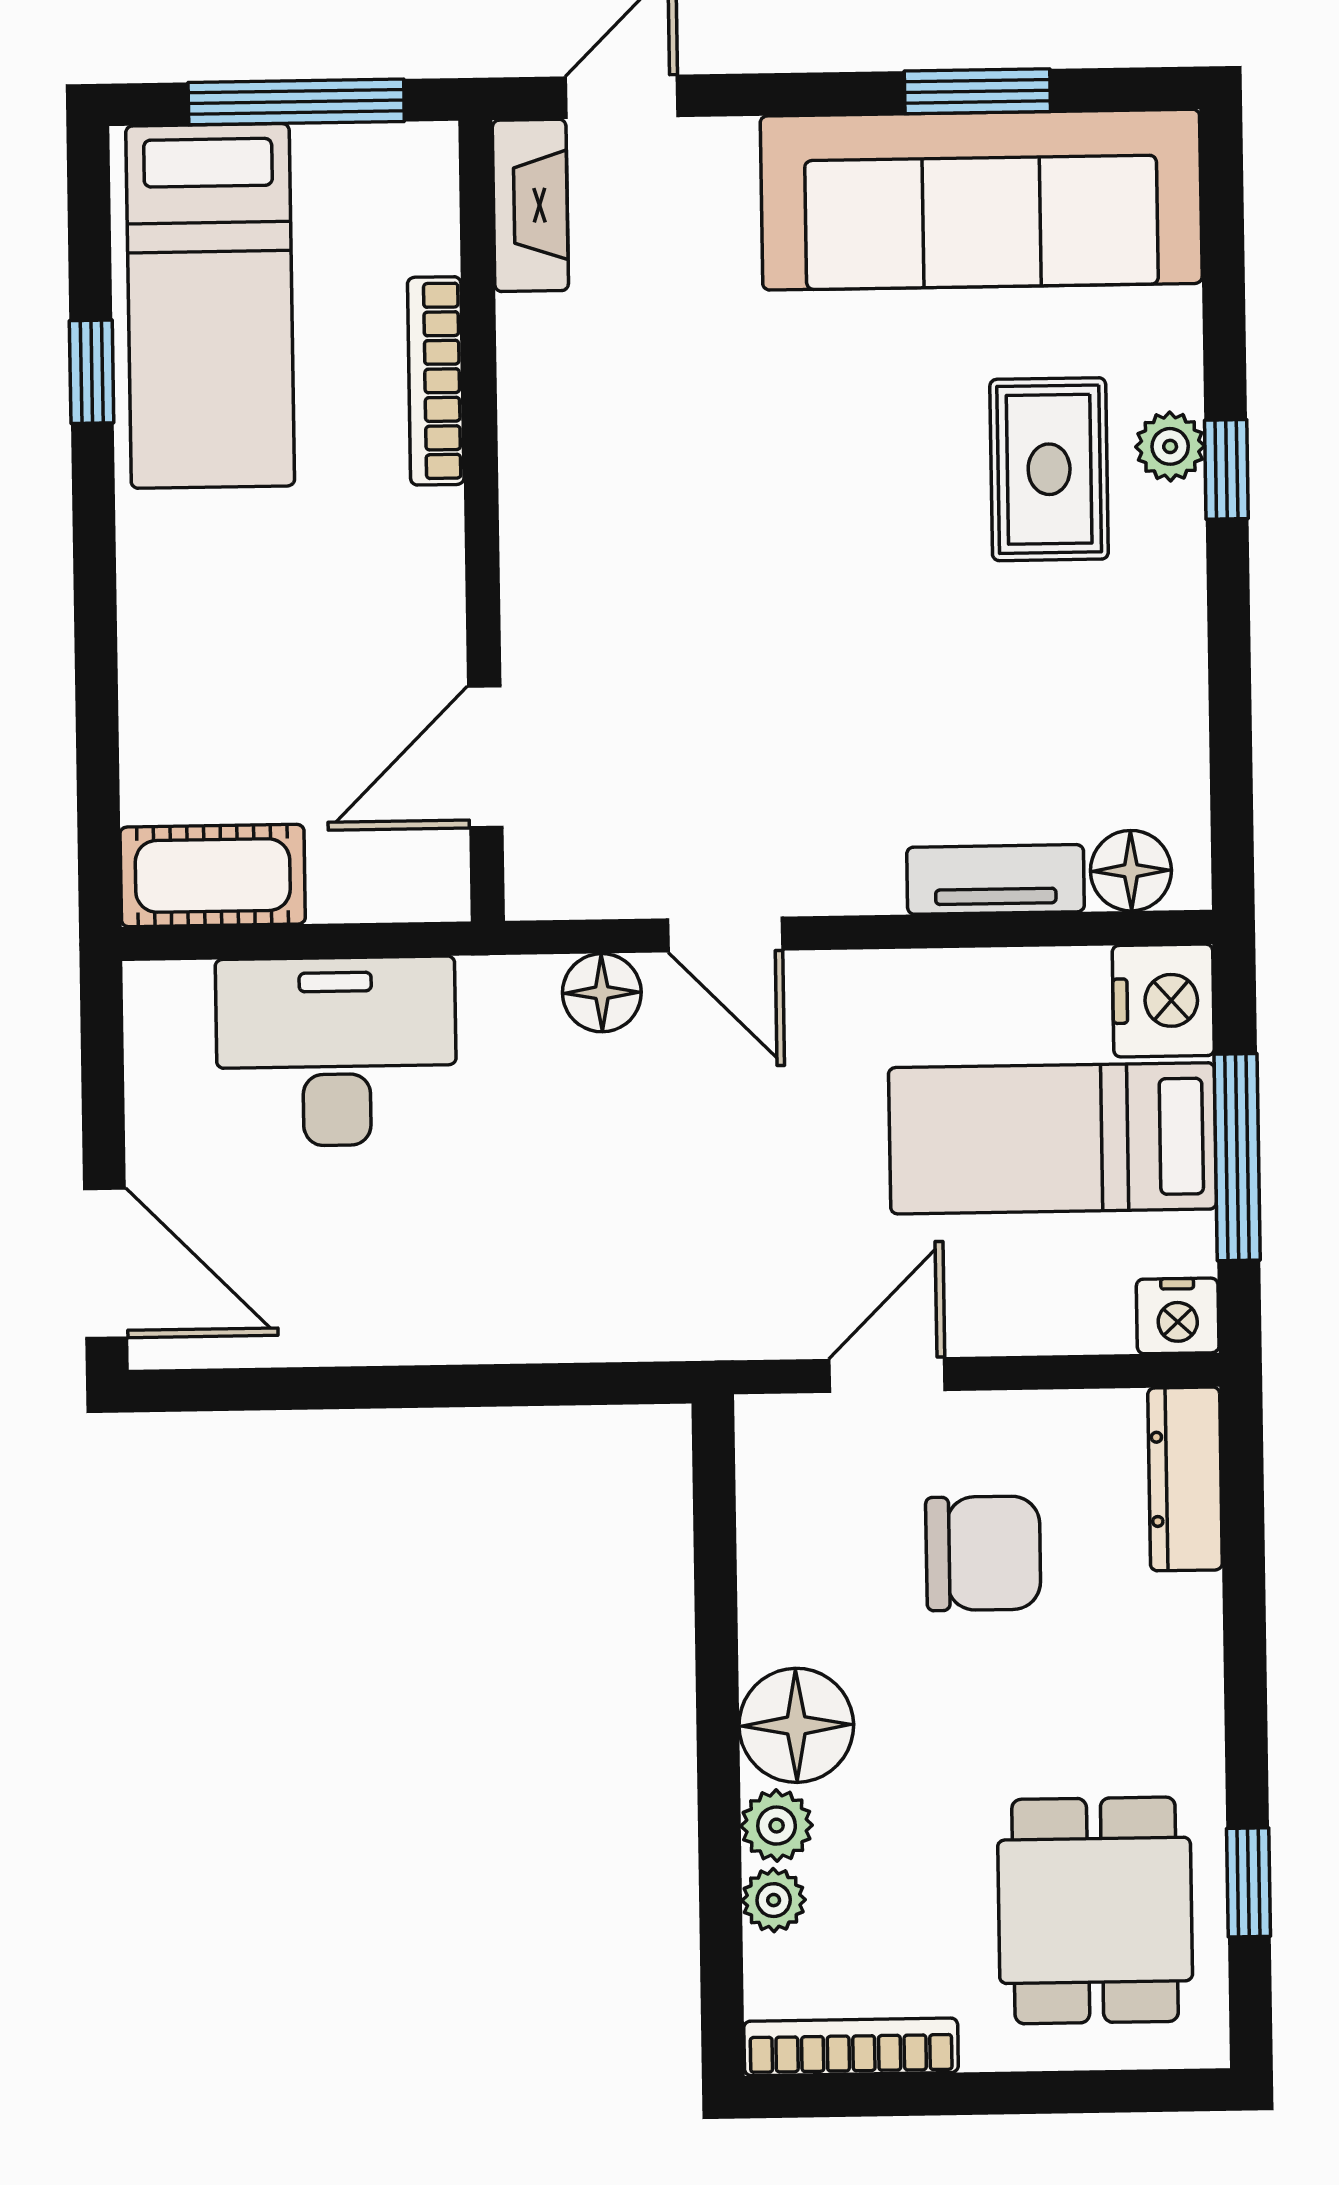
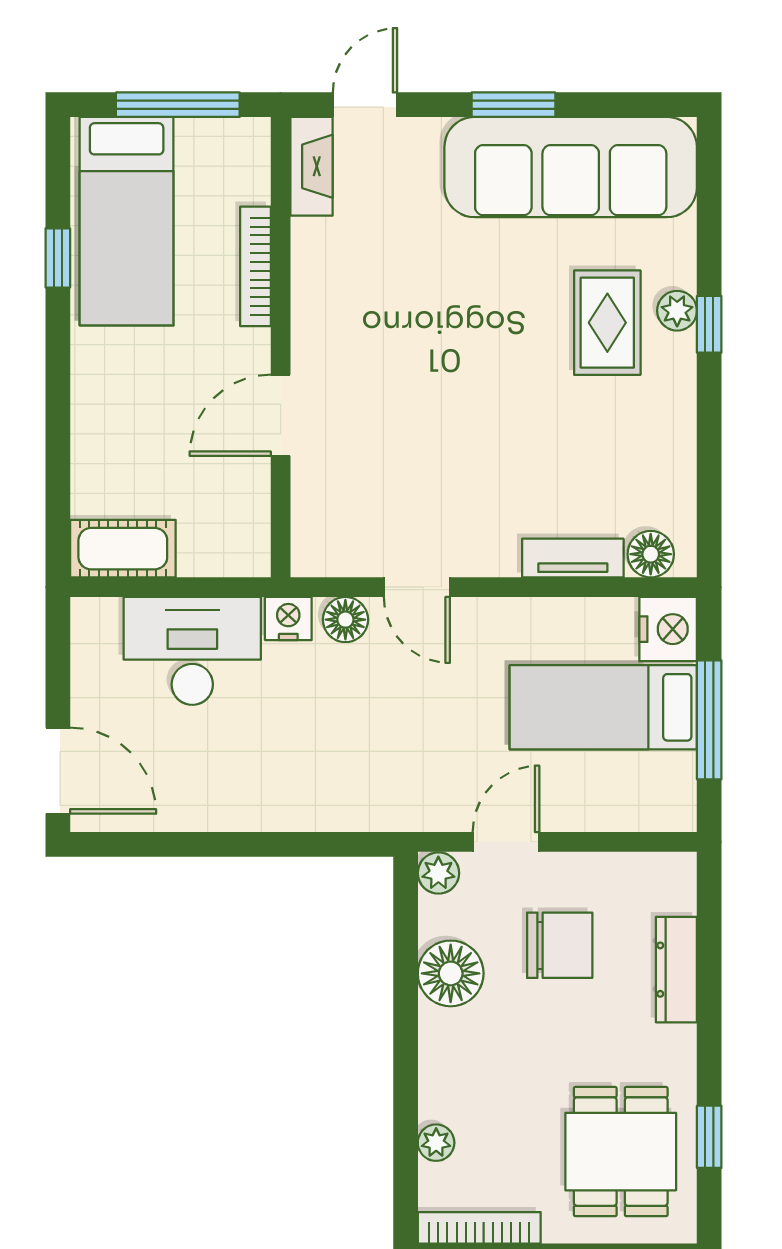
window: (977, 91) -> (513, 105), moved
door: (485, 757) -> (281, 415), moved
nightstand: (1178, 1316) -> (288, 618), moved, turned 180
dresser: (1185, 1479) -> (676, 970), moved
floor lamp: (796, 1725) -> (451, 973), moved
plant: (777, 1826) -> (438, 873), moved

